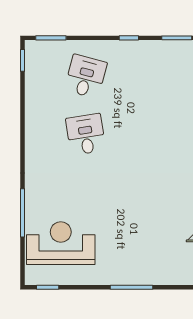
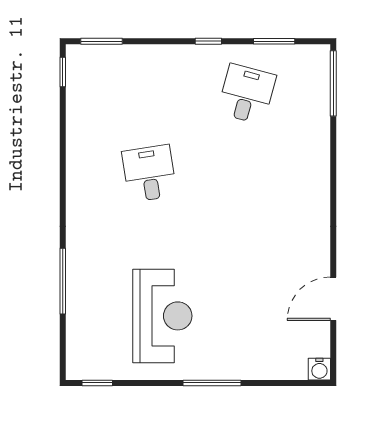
desk: (86, 76) -> (247, 94), moved
reception desk: (61, 243) -> (162, 316), moved, turned 90

